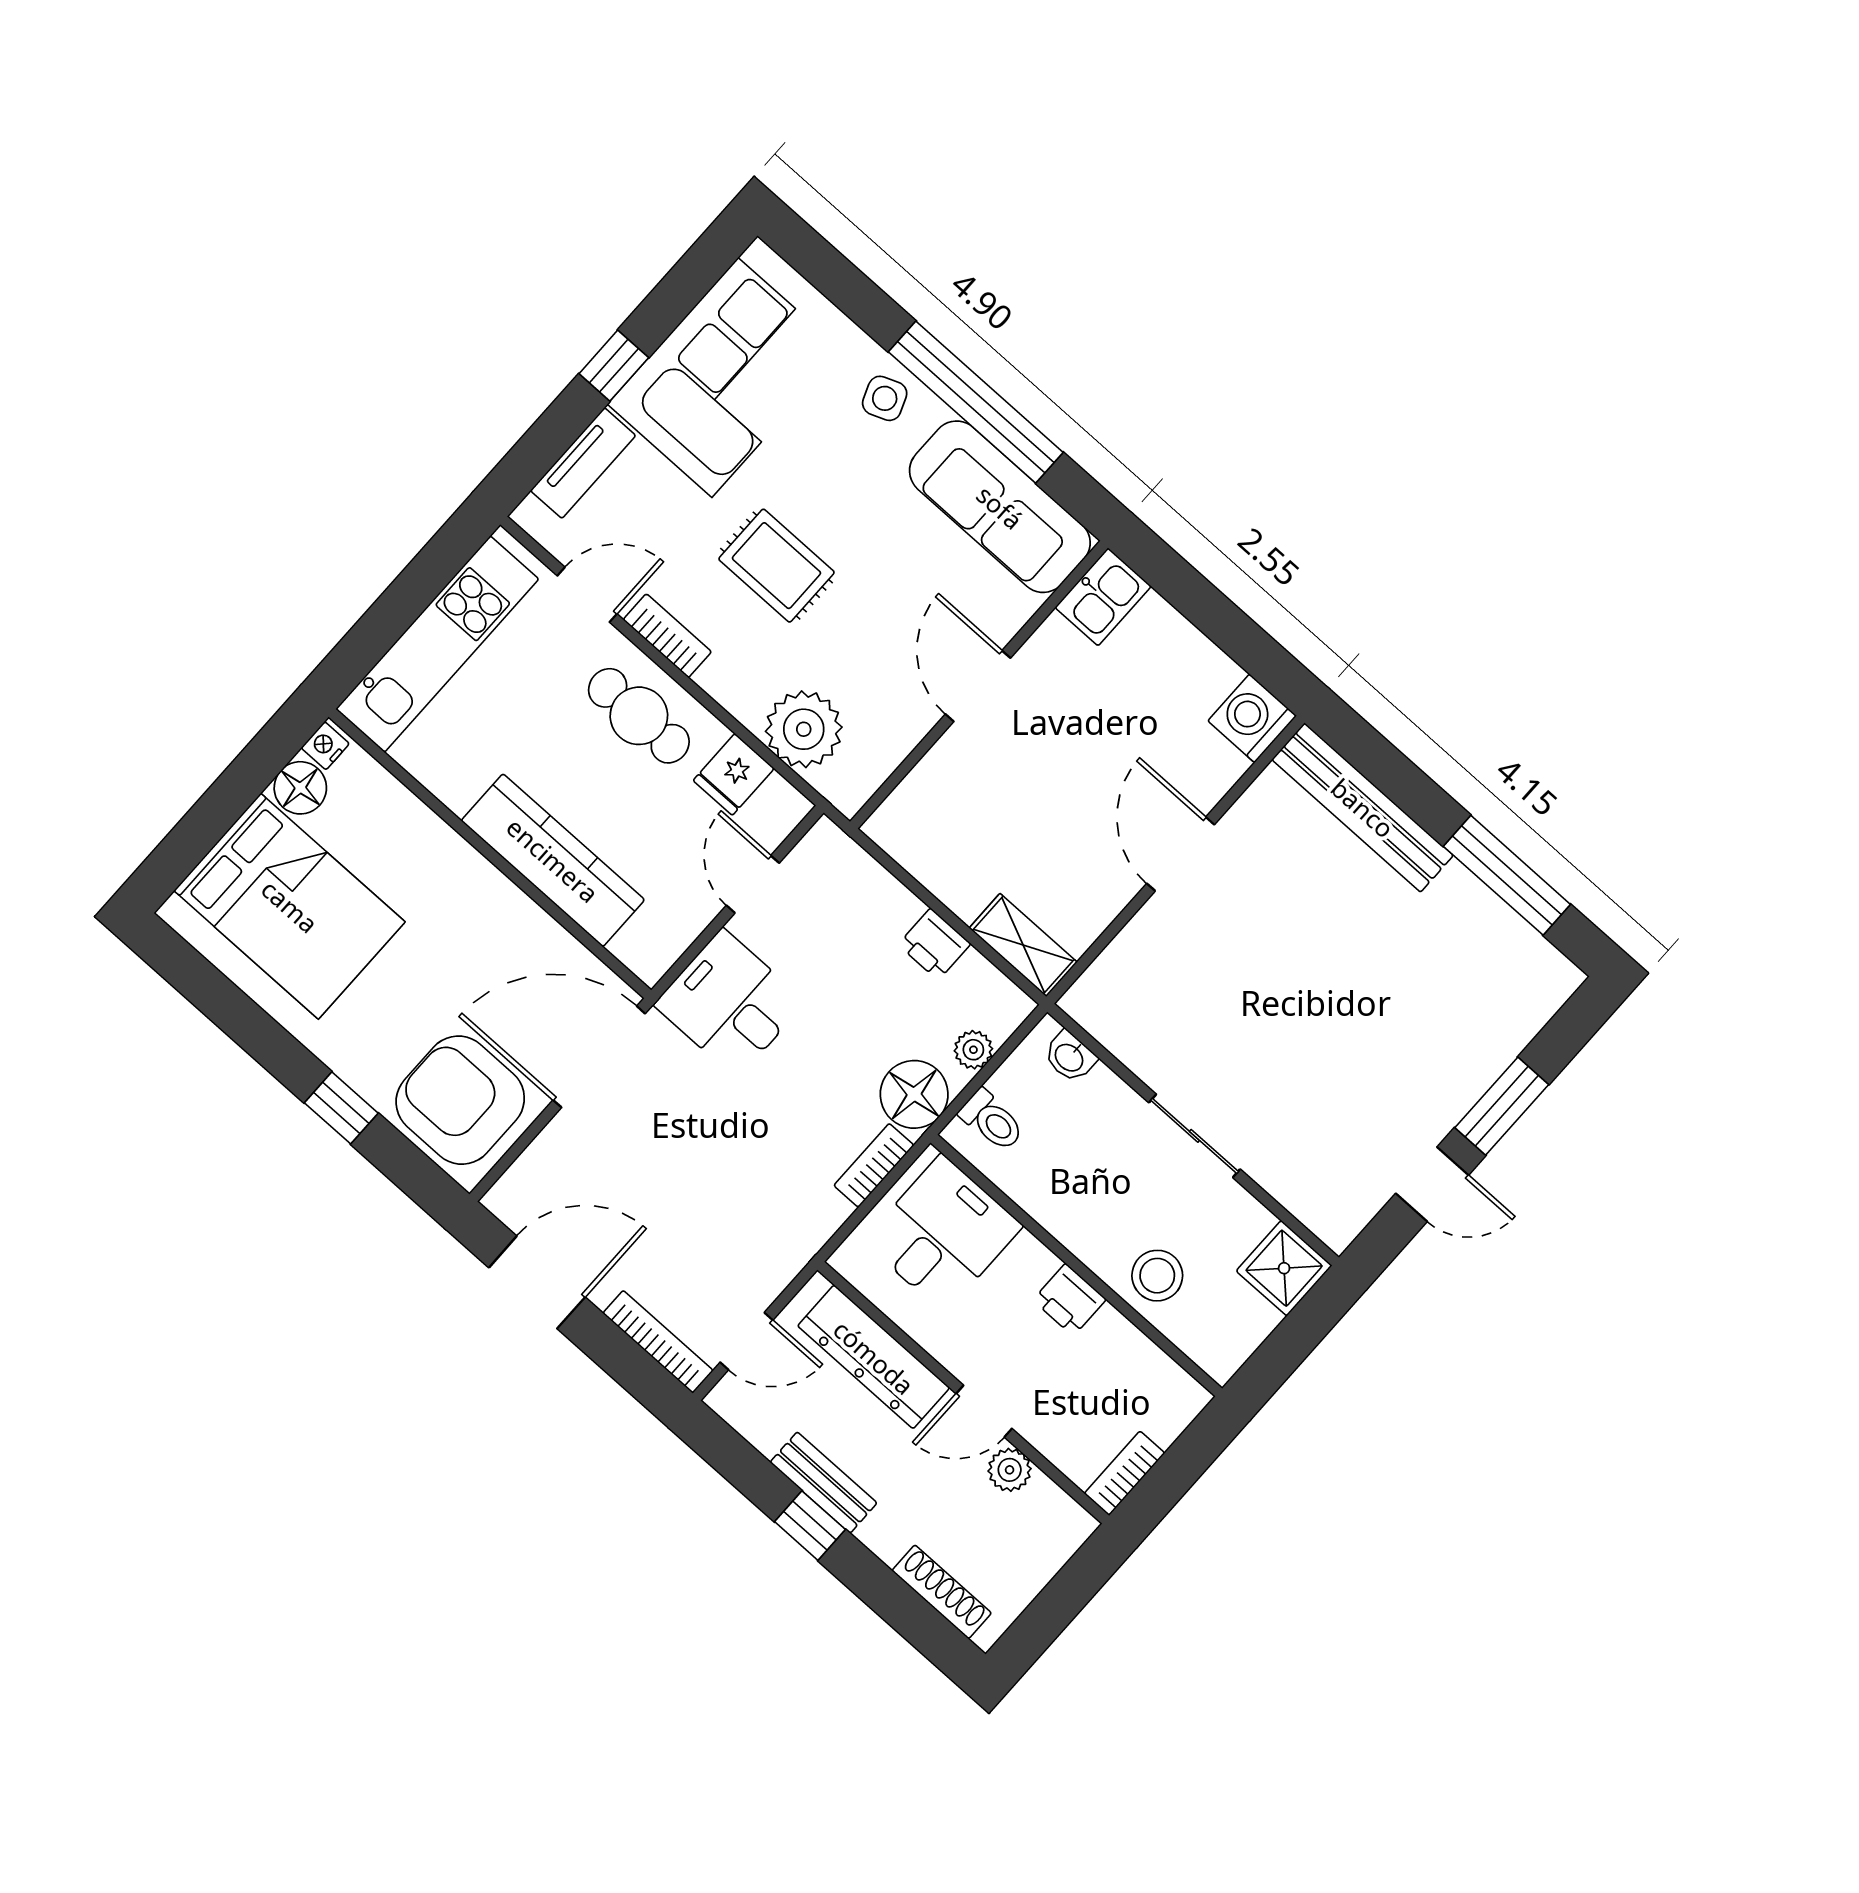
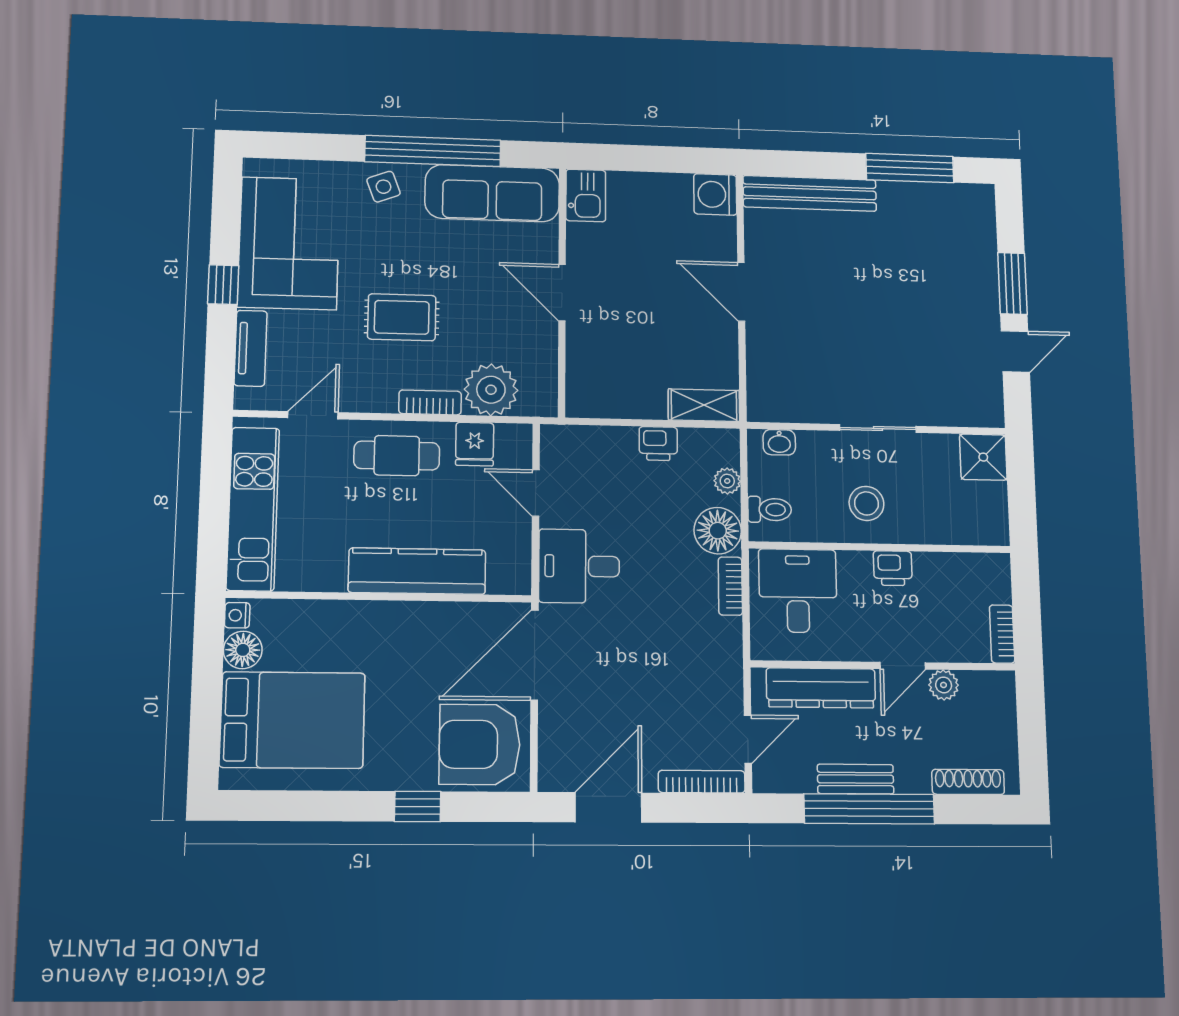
bookcase: (667, 636) -> (430, 402), moved
stool: (1157, 1276) -> (866, 503), moved
window: (810, 1526) -> (869, 809), width x3.17

